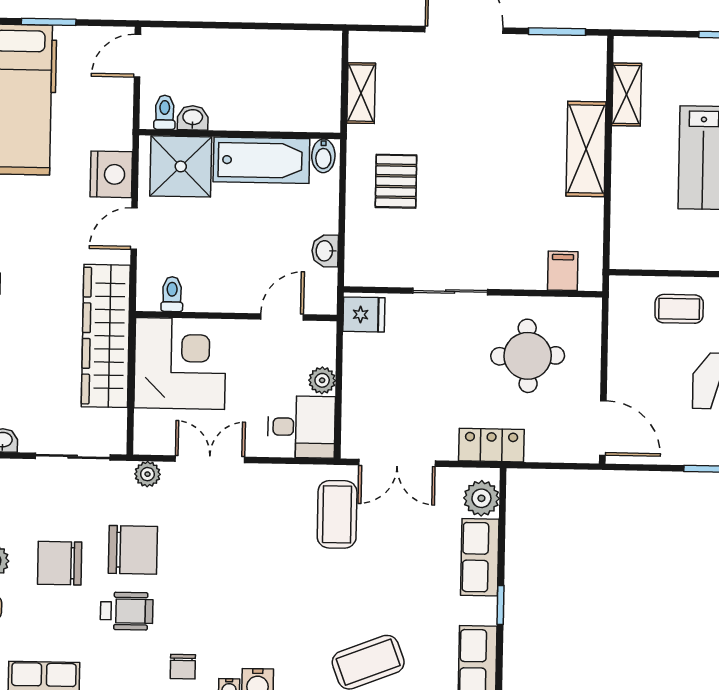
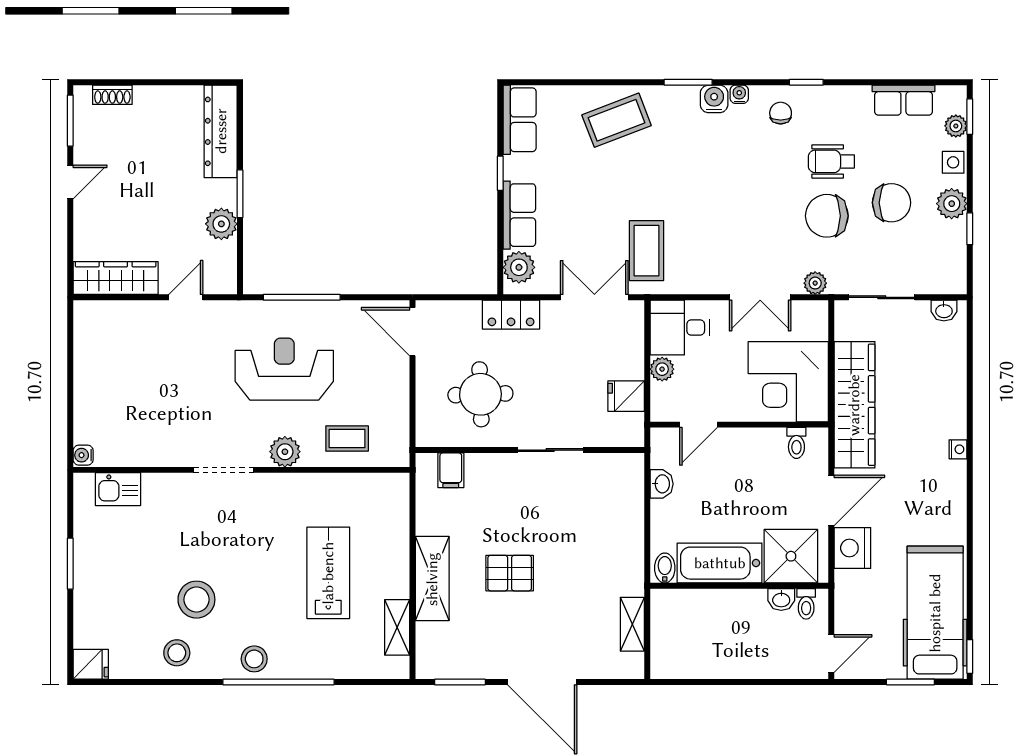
pallet: (396, 181) -> (510, 573), moved, turned 90
door: (134, 229) -> (831, 500), width x1.37
fridge: (364, 315) -> (626, 396), moved

